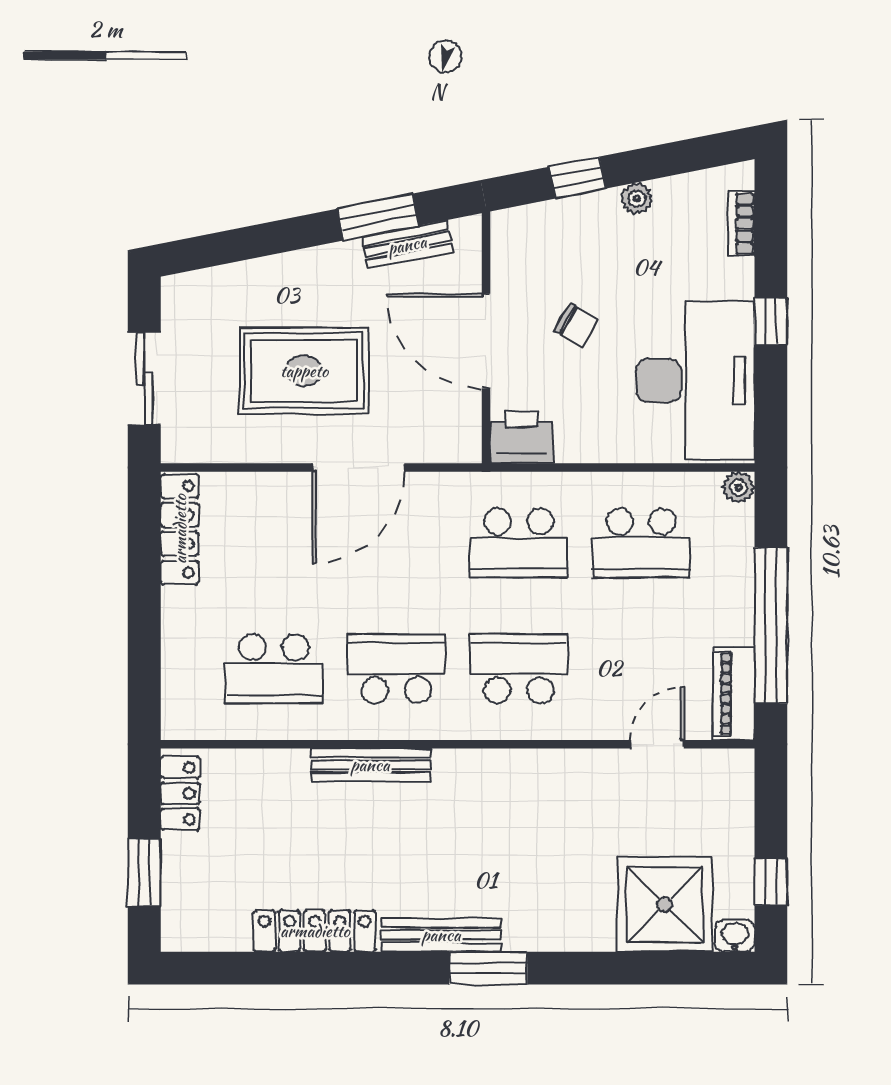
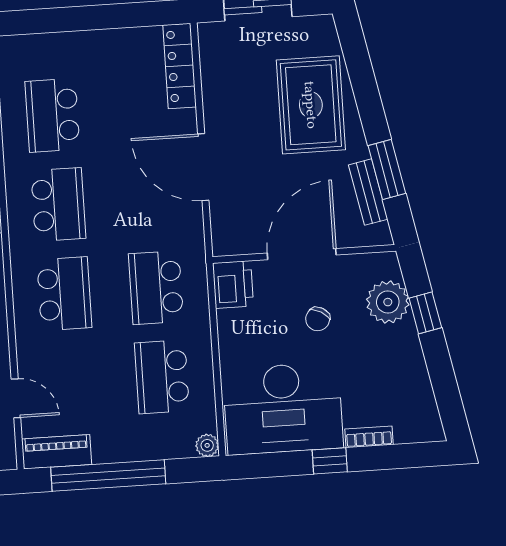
plant: (637, 198) -> (388, 302), moved, width x1.87, depth x1.87
bookcase: (742, 224) -> (369, 437), moved
rug: (304, 371) -> (311, 105), moved
locker: (180, 529) -> (180, 66), moved, turned 90

